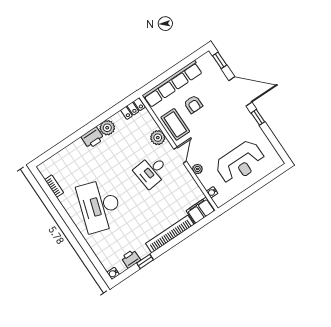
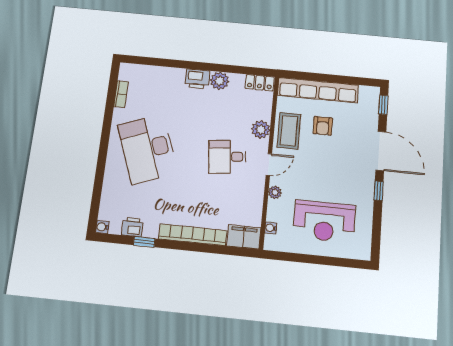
desk: (100, 206) -> (148, 149), turned -39

